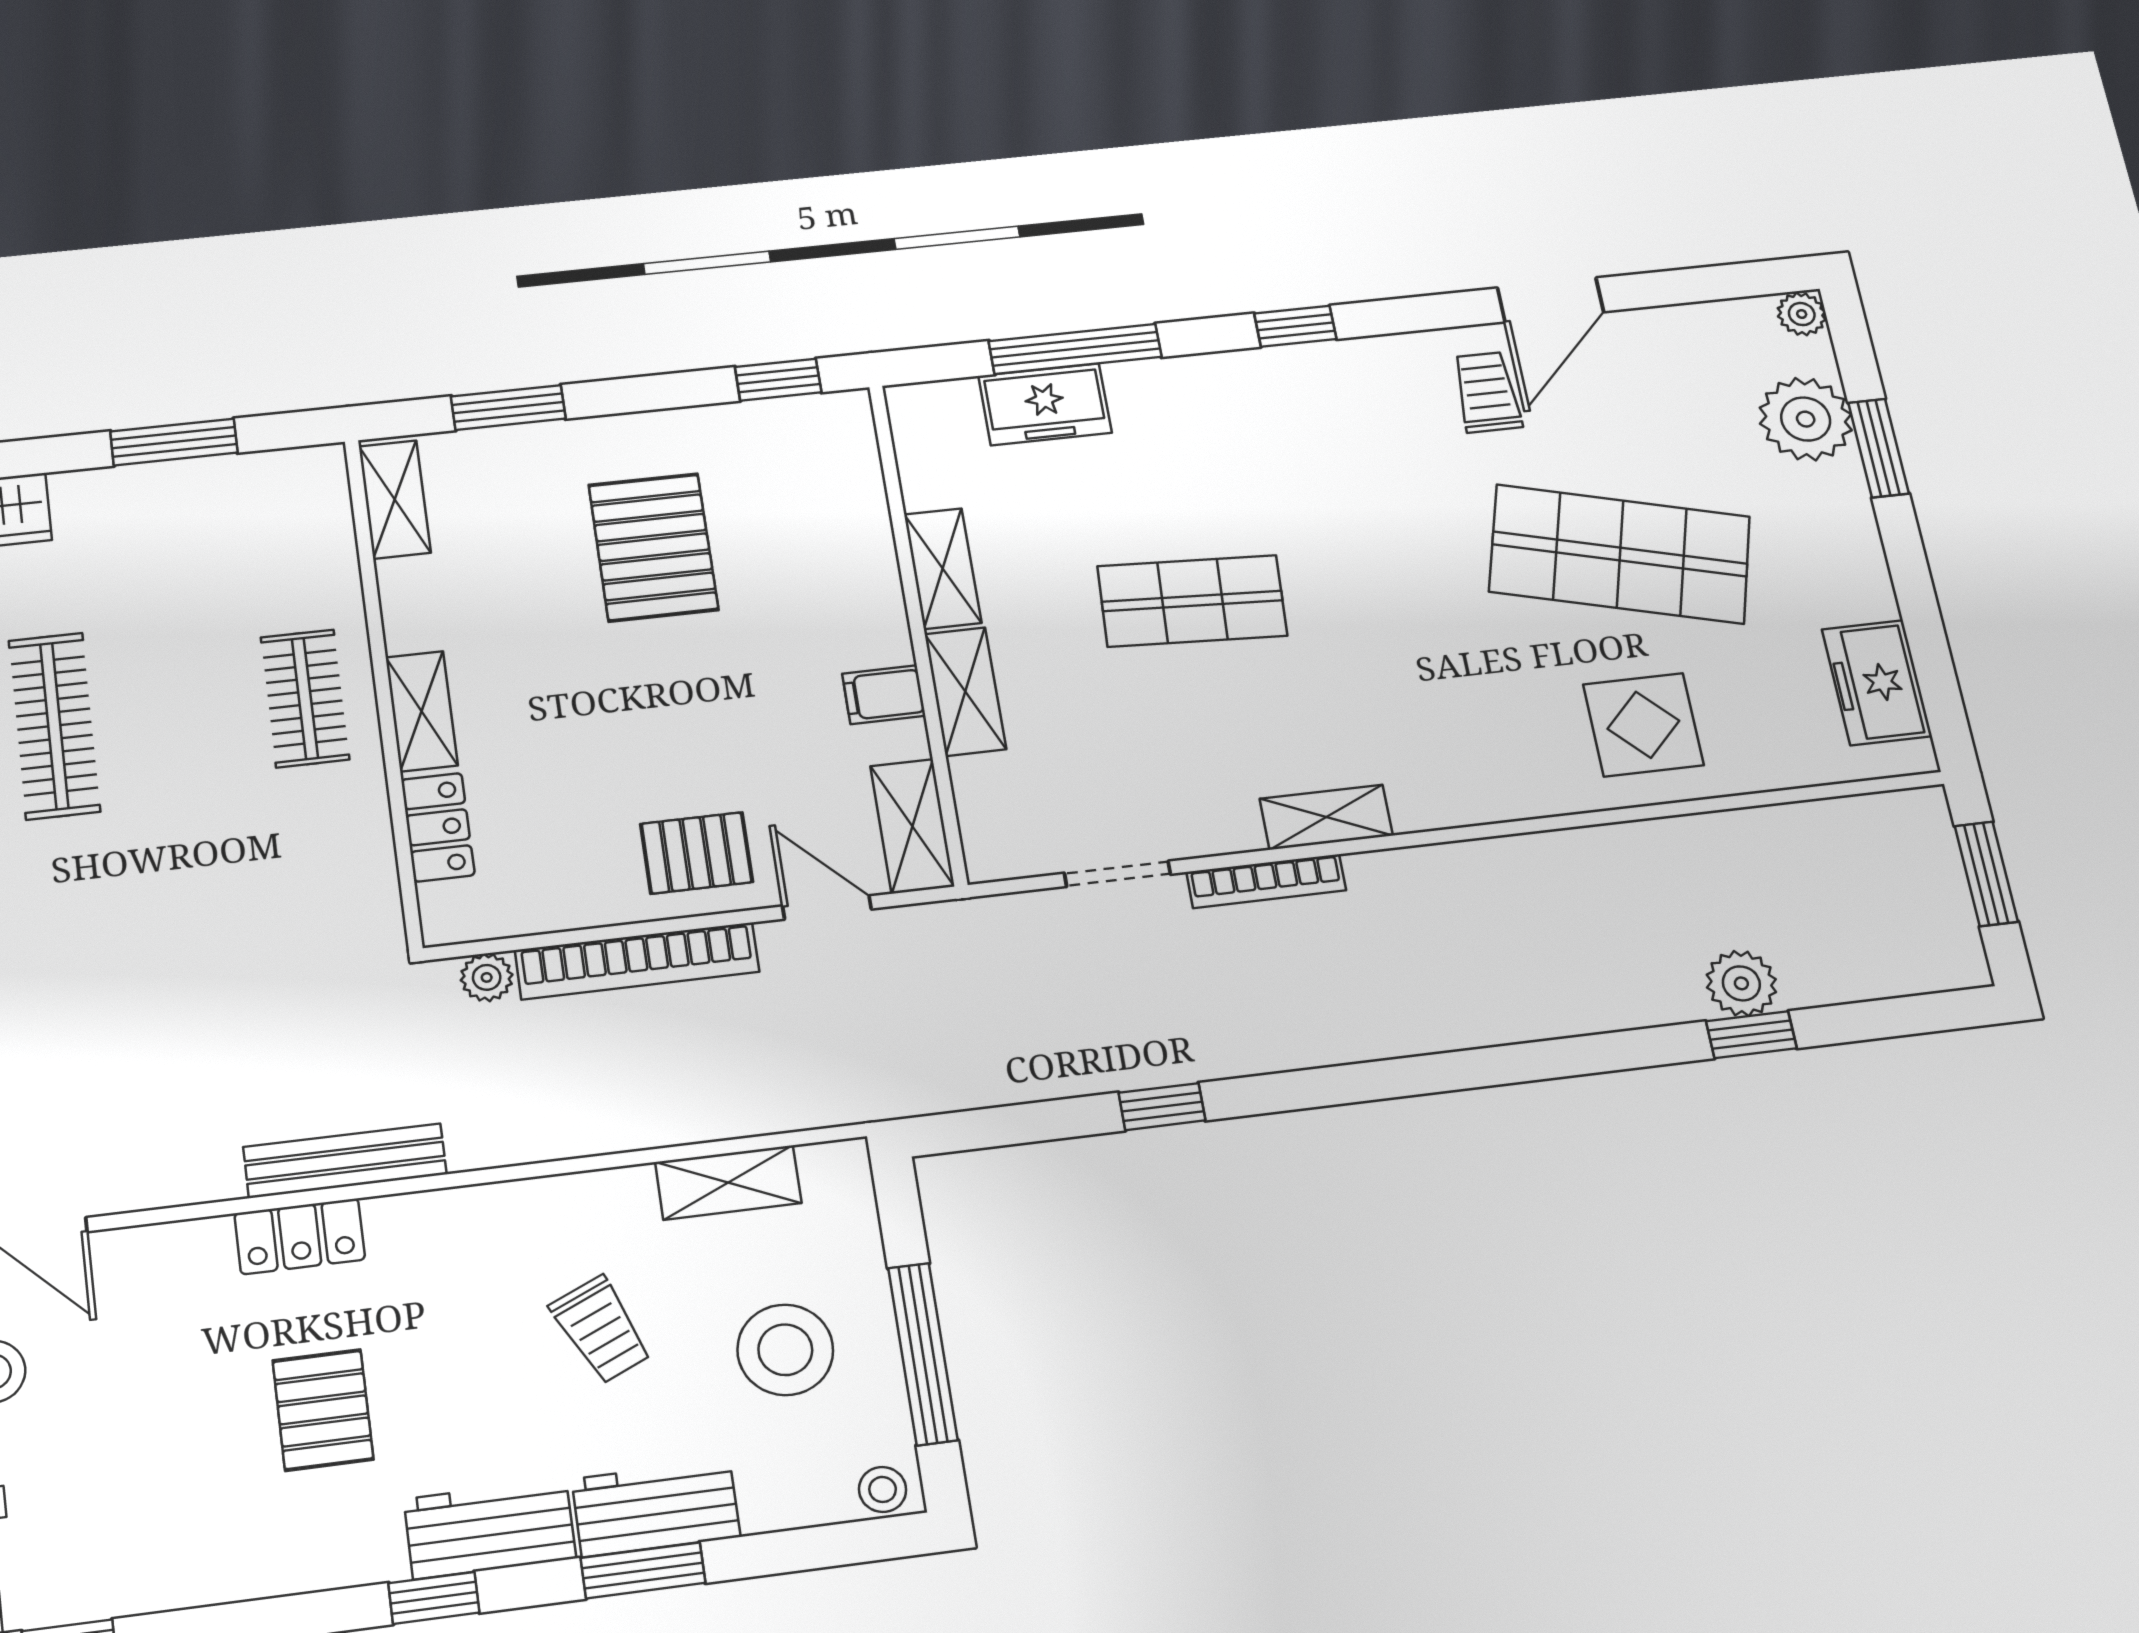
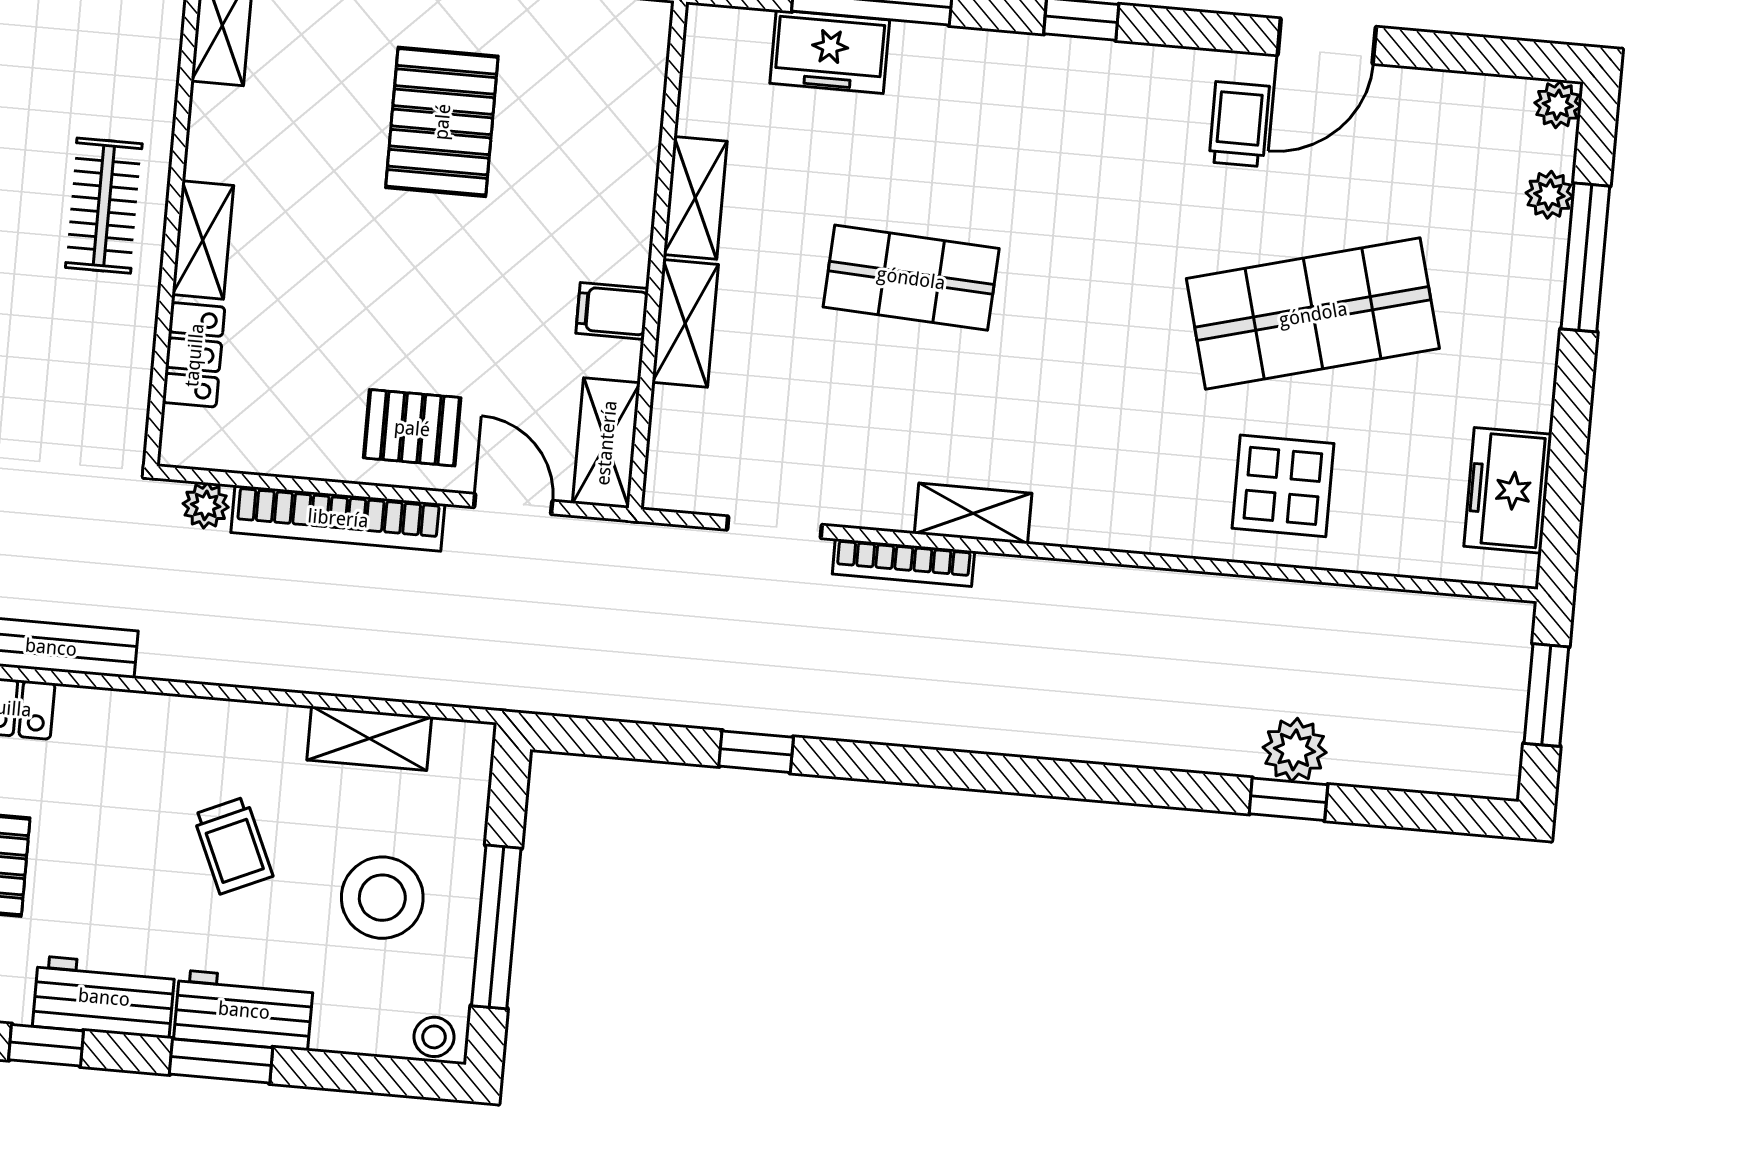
plant: (1806, 419) -> (1549, 195), width x0.53, depth x0.53
window: (1879, 448) -> (1585, 257), width x1.44
shop shelf: (1620, 554) -> (1313, 314), turned -30

